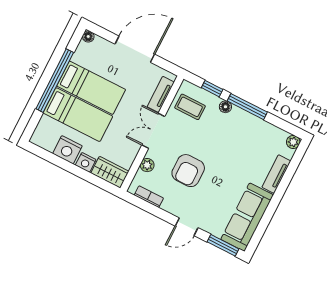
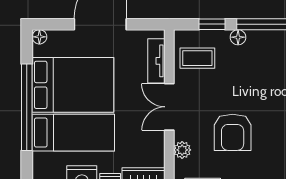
bed: (91, 88) -> (73, 85), width x1.50

